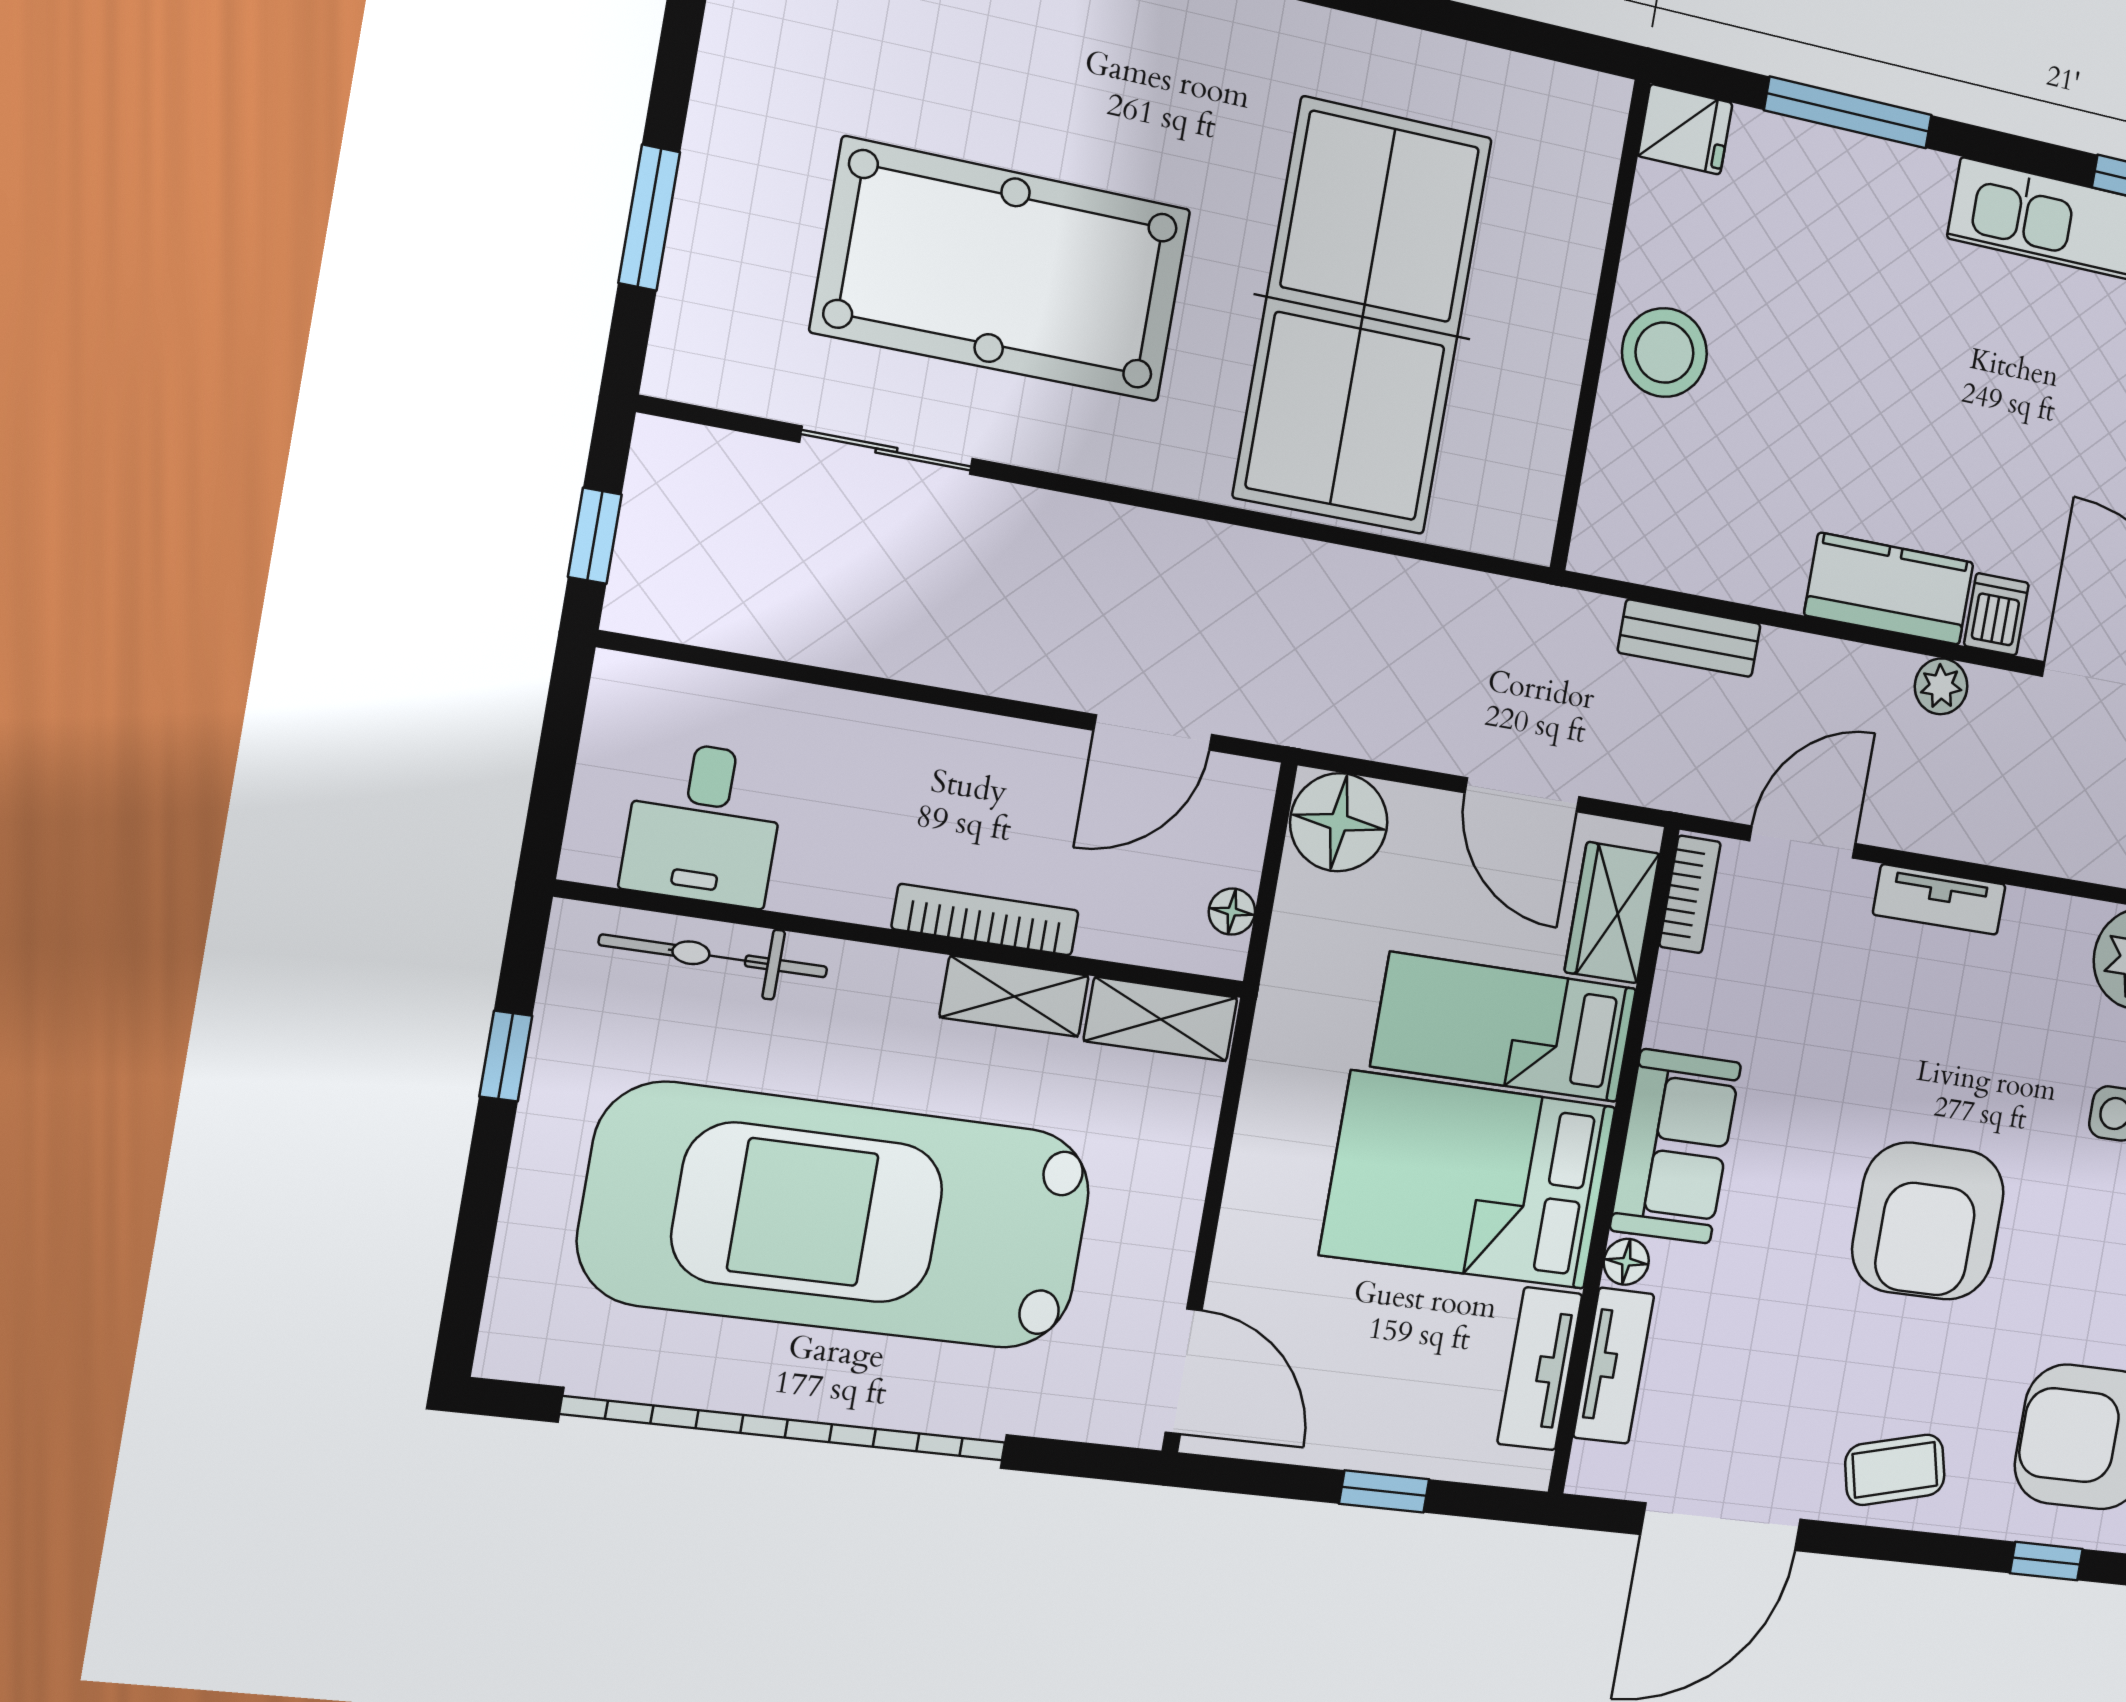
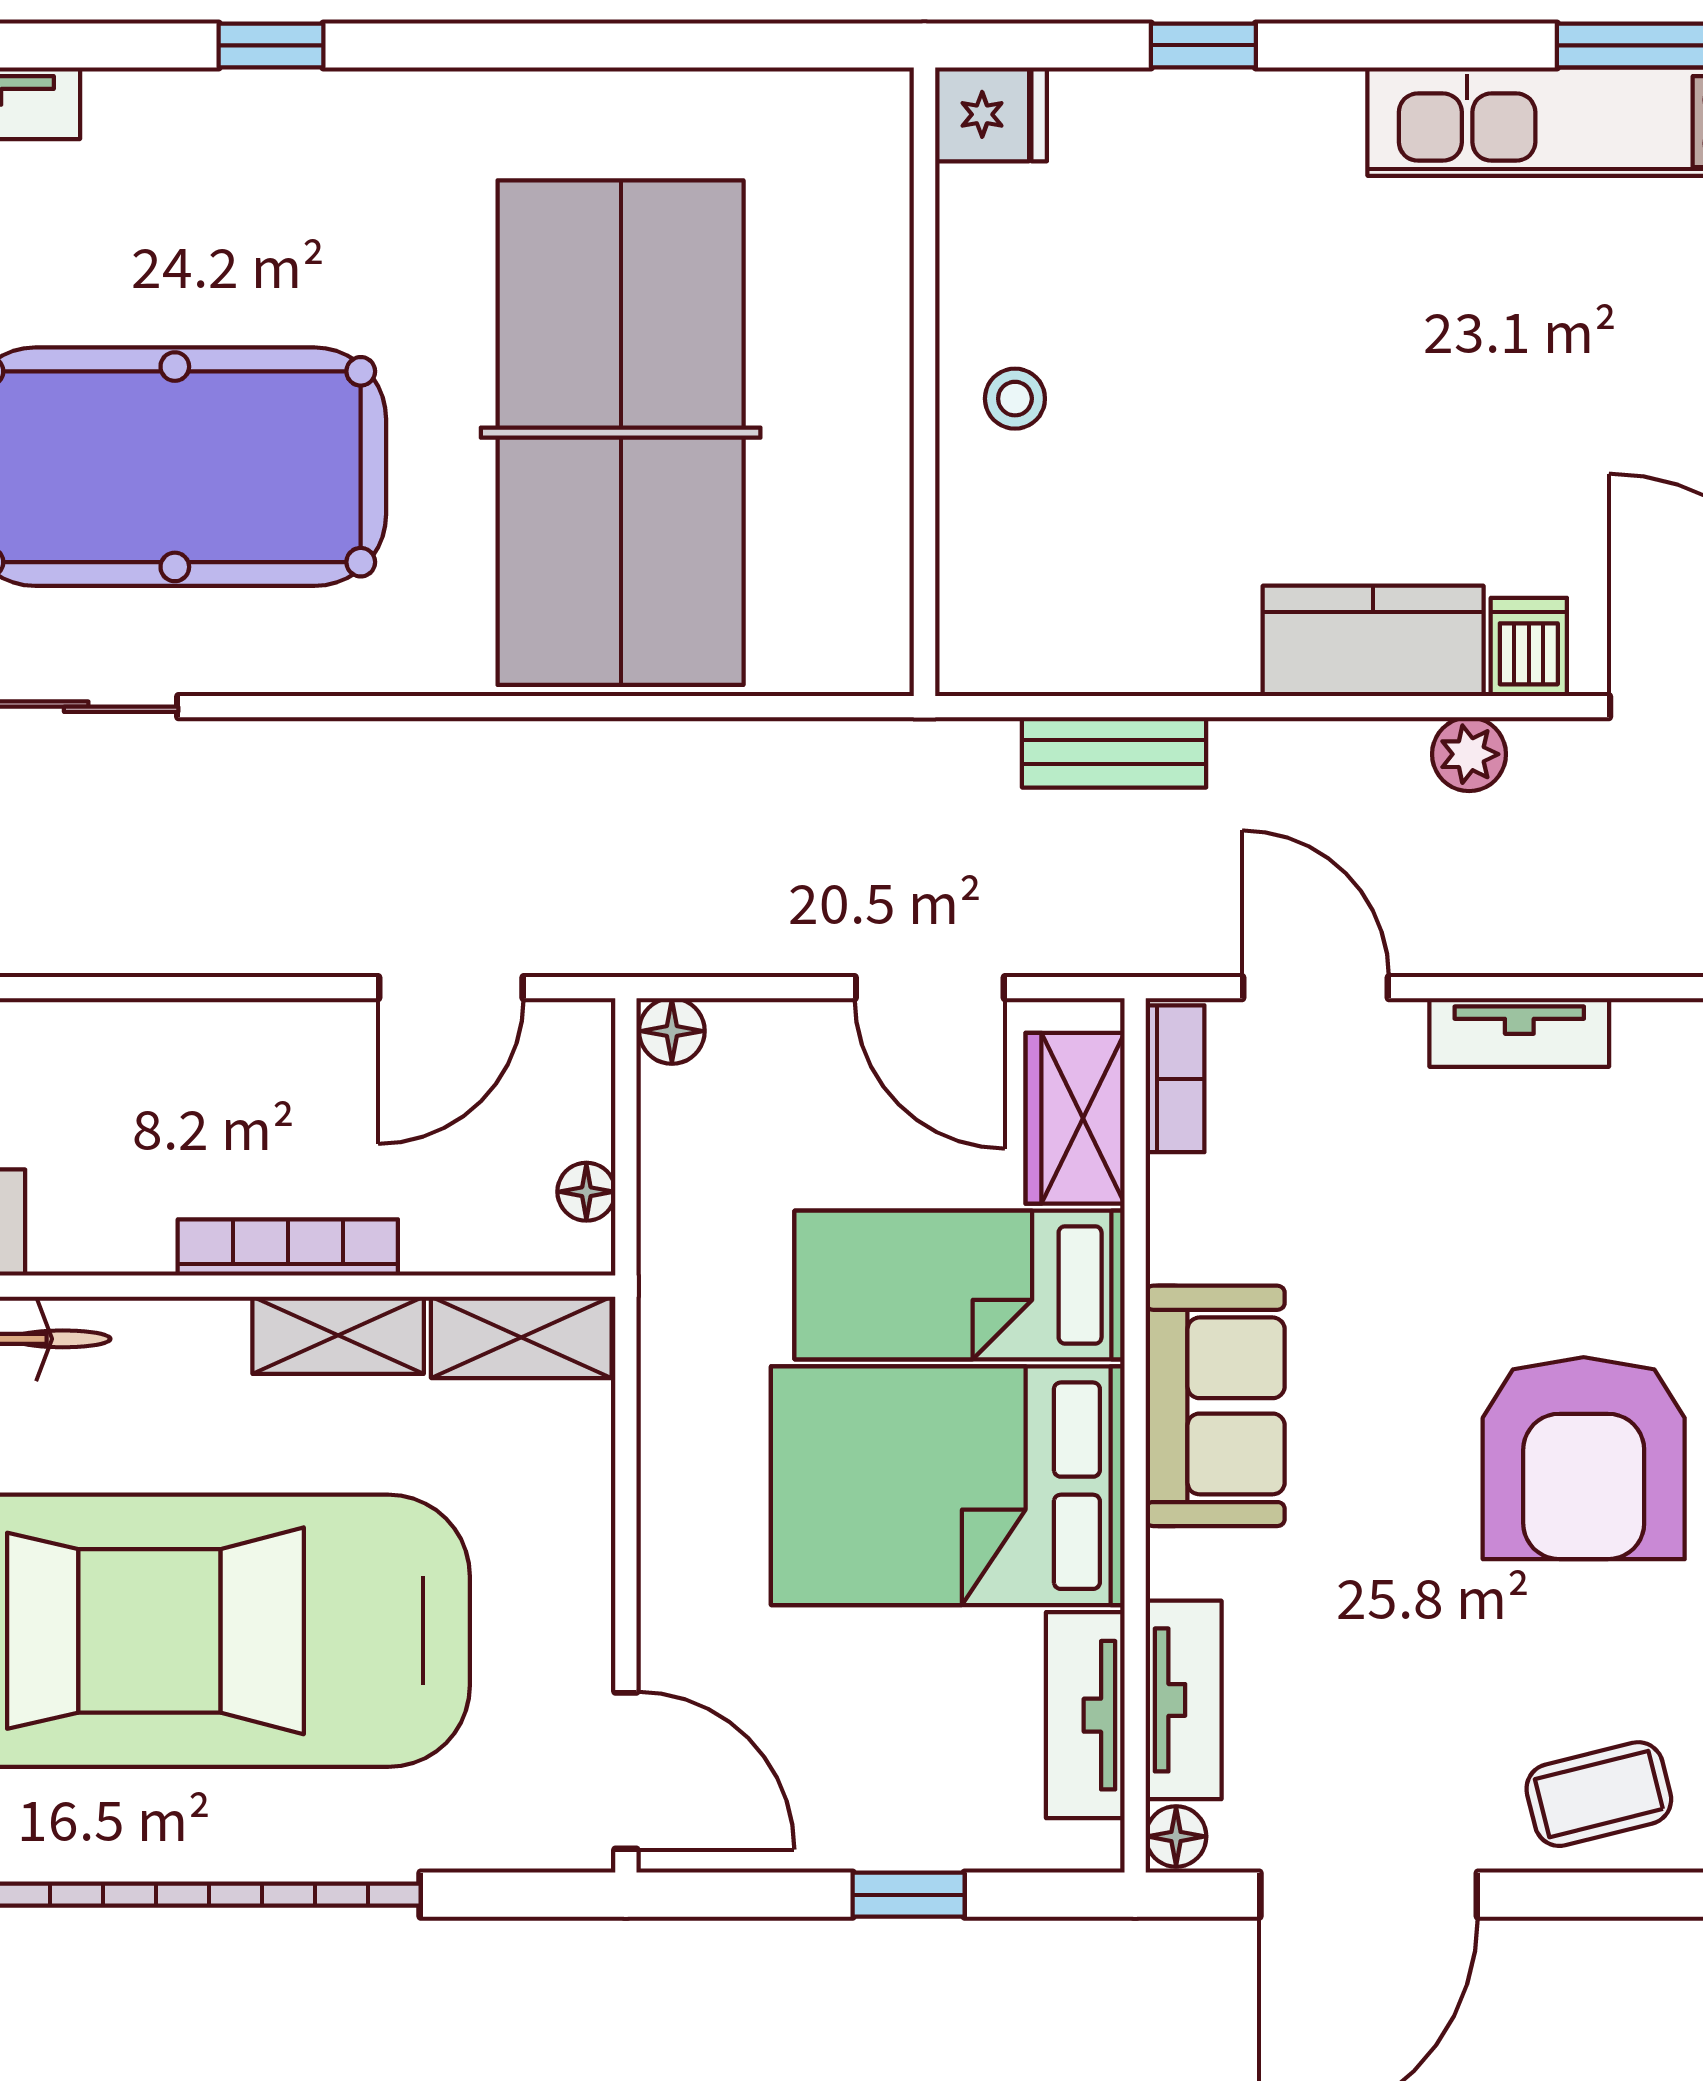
window: (1848, 113) -> (1203, 45), width x0.46
stool: (1664, 353) -> (1015, 399), width x0.53, depth x0.53
floor lamp: (1339, 822) -> (672, 1031), width x0.53, depth x0.53
door: (1803, 842) -> (1316, 988), hinge flipped
floor lamp: (1626, 1262) -> (1176, 1836), moved

